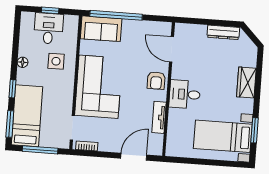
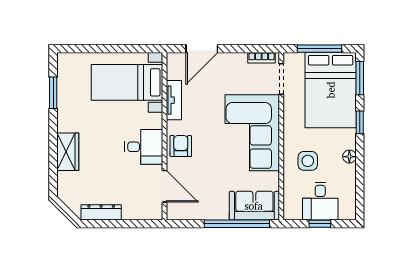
desk: (185, 94) -> (144, 147), moved
bed: (27, 116) -> (331, 90), width x1.50
bed with nightstands: (223, 136) -> (127, 82), moved, turned 180

